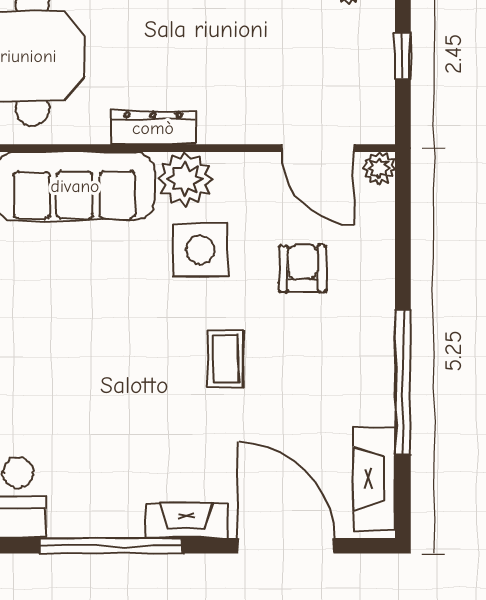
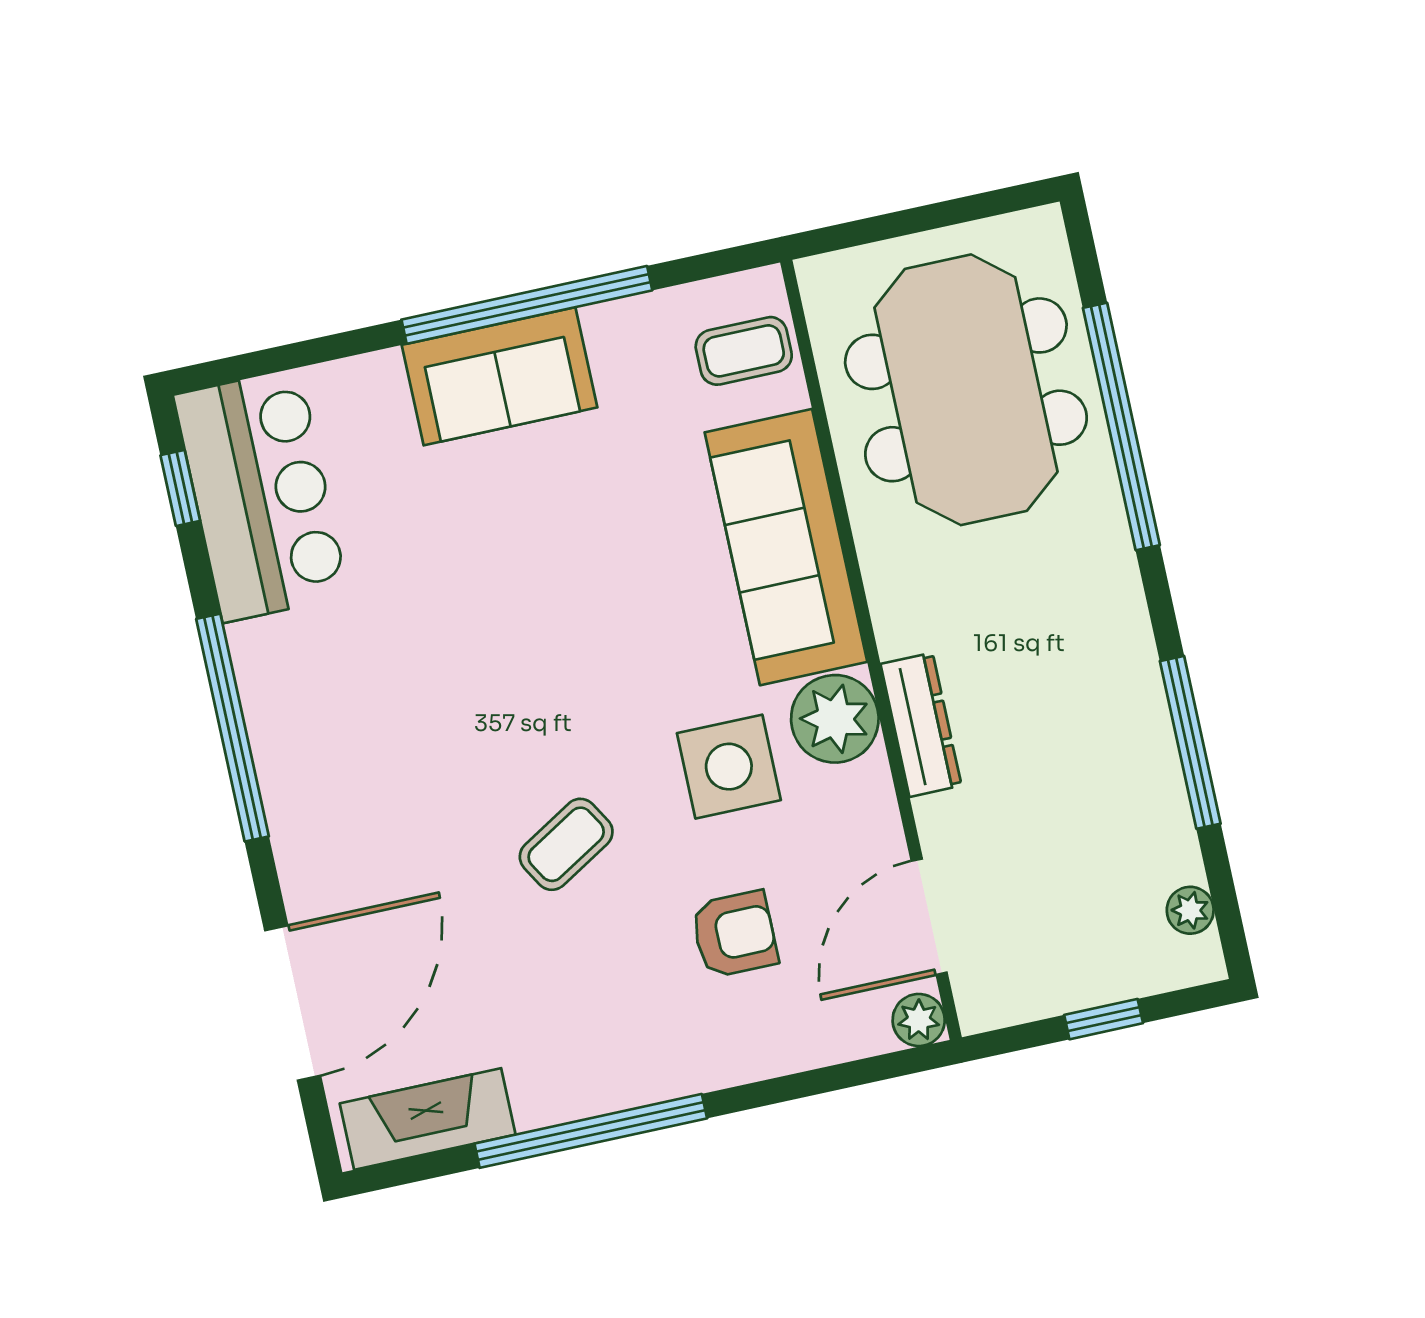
dresser: (153, 128) -> (921, 725), moved
coffee table: (226, 359) -> (566, 844), turned -31
fireplace: (187, 520) -> (298, 838), removed

